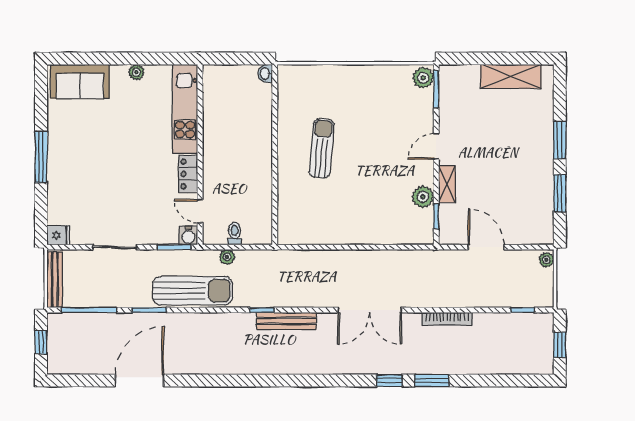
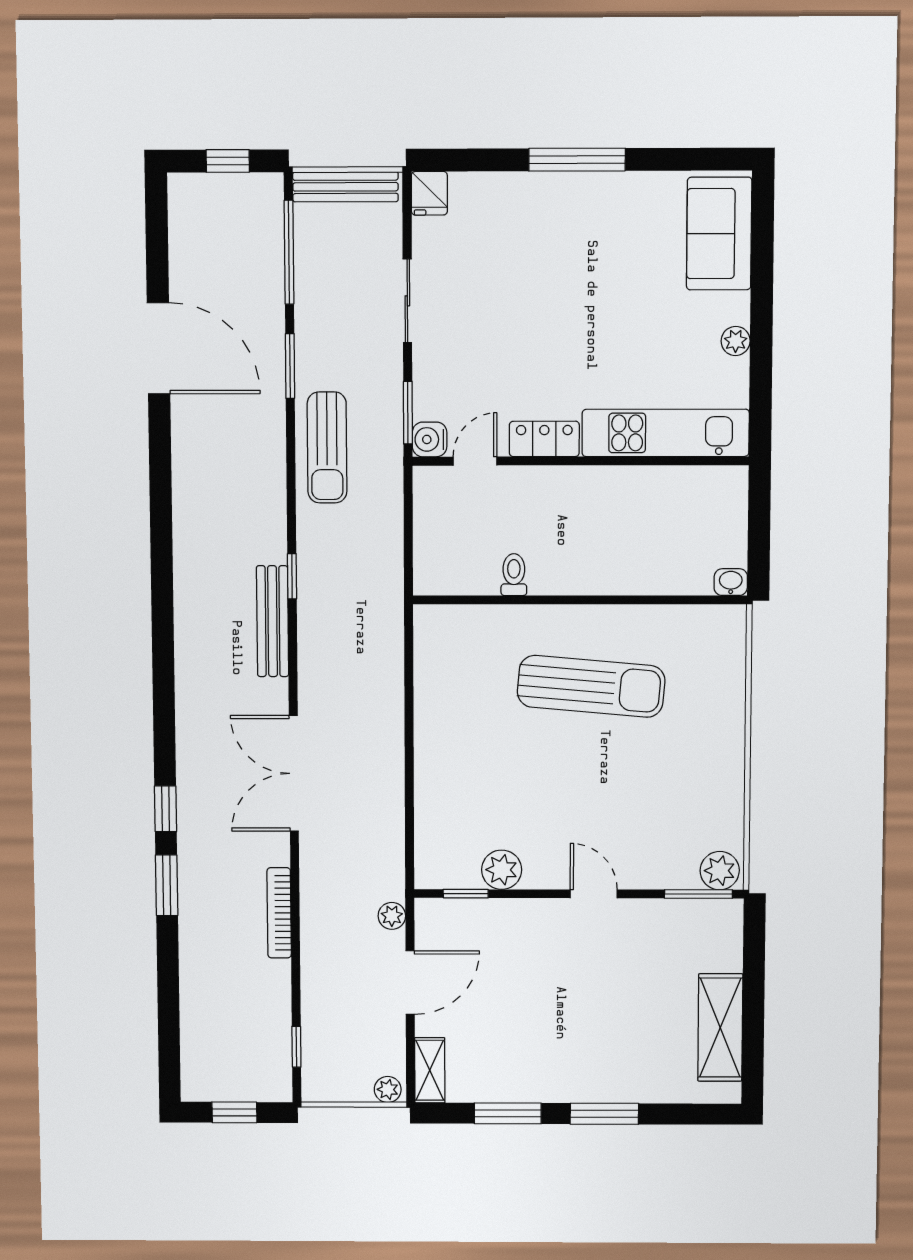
sun lounger: (322, 148) -> (591, 686), width x1.36, depth x1.34
shelving: (447, 184) -> (430, 1070), moved, turned 90
toilet: (235, 233) -> (514, 575), moved, turned -90
plant: (227, 257) -> (392, 916), moved
sun lounger: (193, 291) -> (327, 448), width x0.73, depth x0.75

